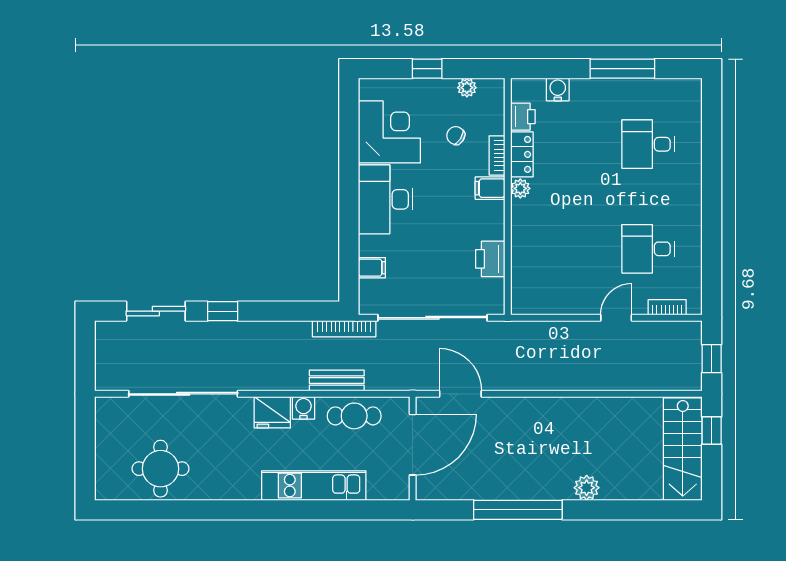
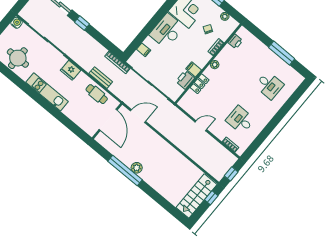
water cooler: (558, 89) -> (254, 42), removed
desk: (648, 144) -> (269, 85), turned 180
locker: (522, 154) -> (200, 84), moved
filing cabinet: (490, 188) -> (194, 69), moved
door: (616, 318) -> (201, 126), moved
door: (460, 394) -> (138, 116), hinge flipped
water cooler: (303, 408) -> (17, 23), moved
door: (413, 445) -> (108, 120), hinge flipped
kitchen unit: (314, 486) -> (47, 92), moved
plant: (587, 488) -> (137, 168), moved

